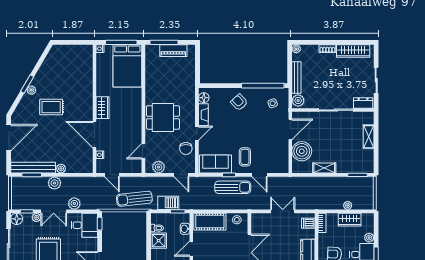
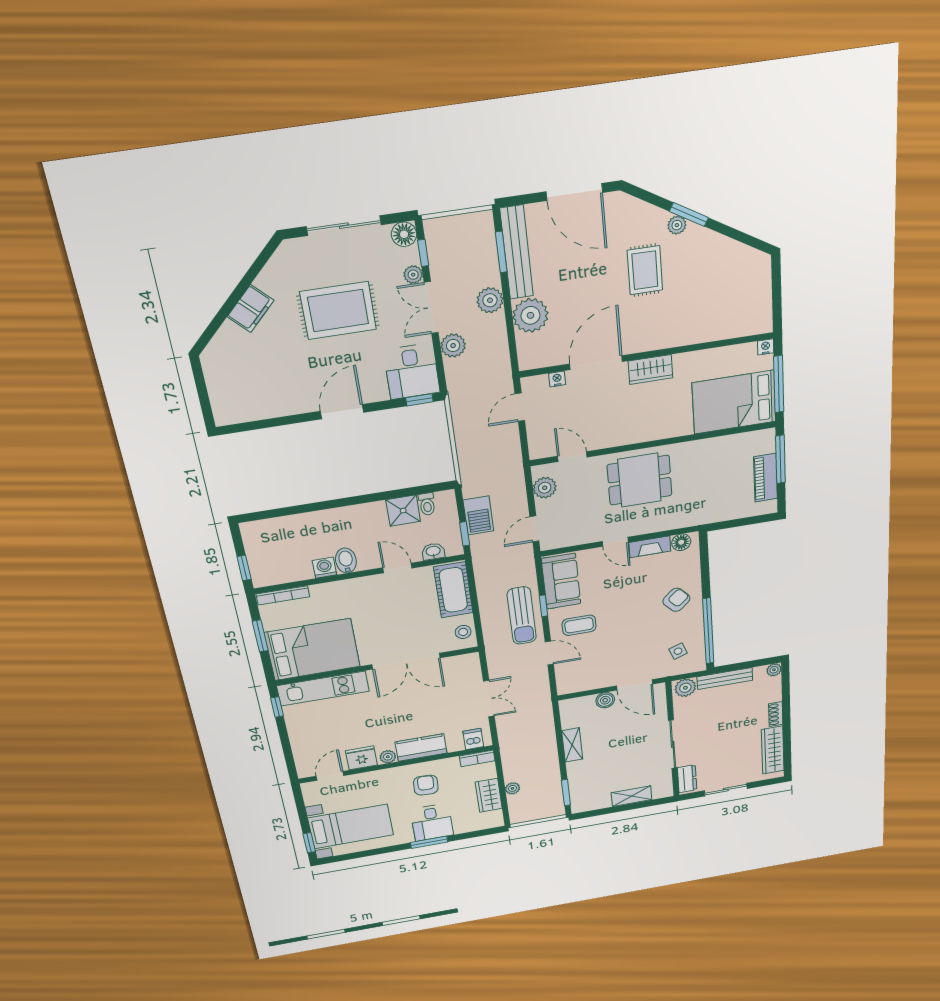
dining table: (163, 117) -> (640, 480), turned 90
chair: (186, 148) -> (585, 528), removed
boiler: (302, 151) -> (605, 700), width x0.54, depth x0.54
plant: (61, 169) -> (530, 315), width x1.88, depth x1.88
door: (259, 175) -> (549, 653), swing flipped
sun lounger: (134, 199) -> (478, 455), removed
plant: (369, 238) -> (462, 827), removed

